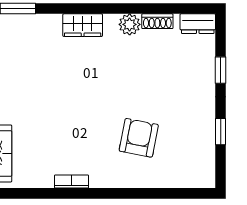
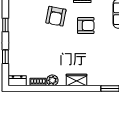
armchair: (65, 131) -> (86, 26), added
armchair: (139, 138) -> (56, 16), moved

